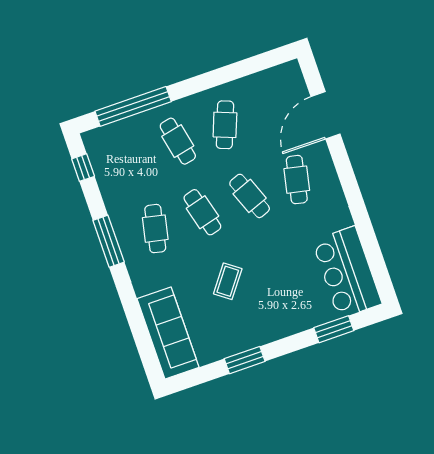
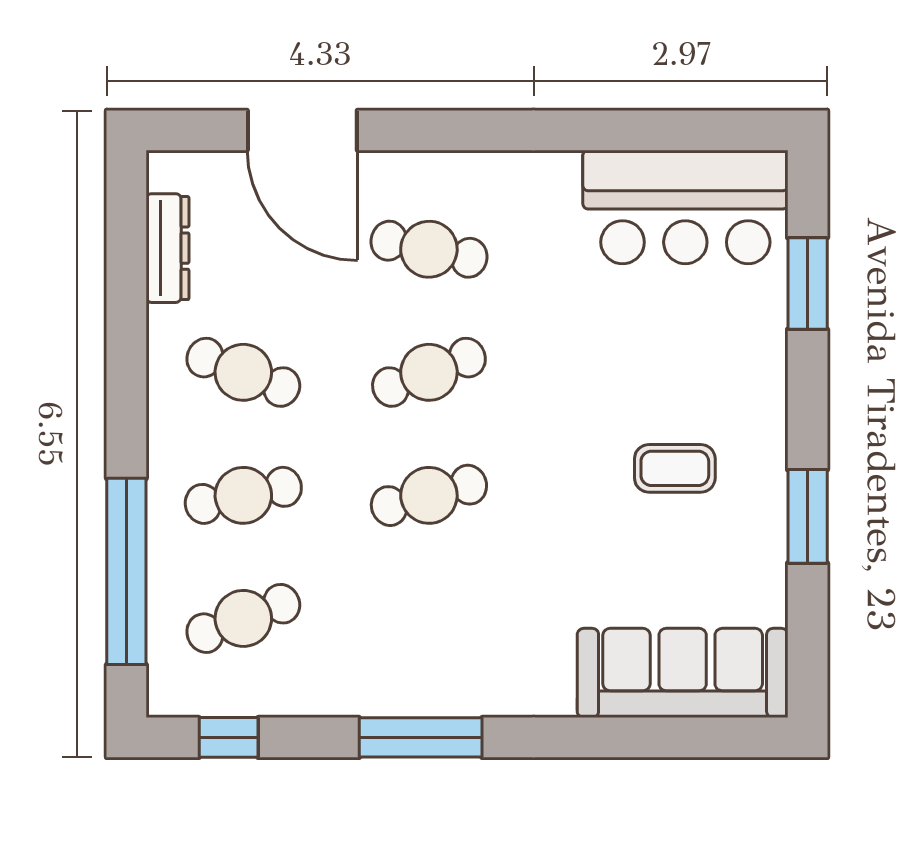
dresser: (262, 79) -> (167, 248), added
cafe table: (155, 229) -> (243, 618), moved, turned -33
coffee table: (228, 281) -> (675, 468), moved, turned -37

